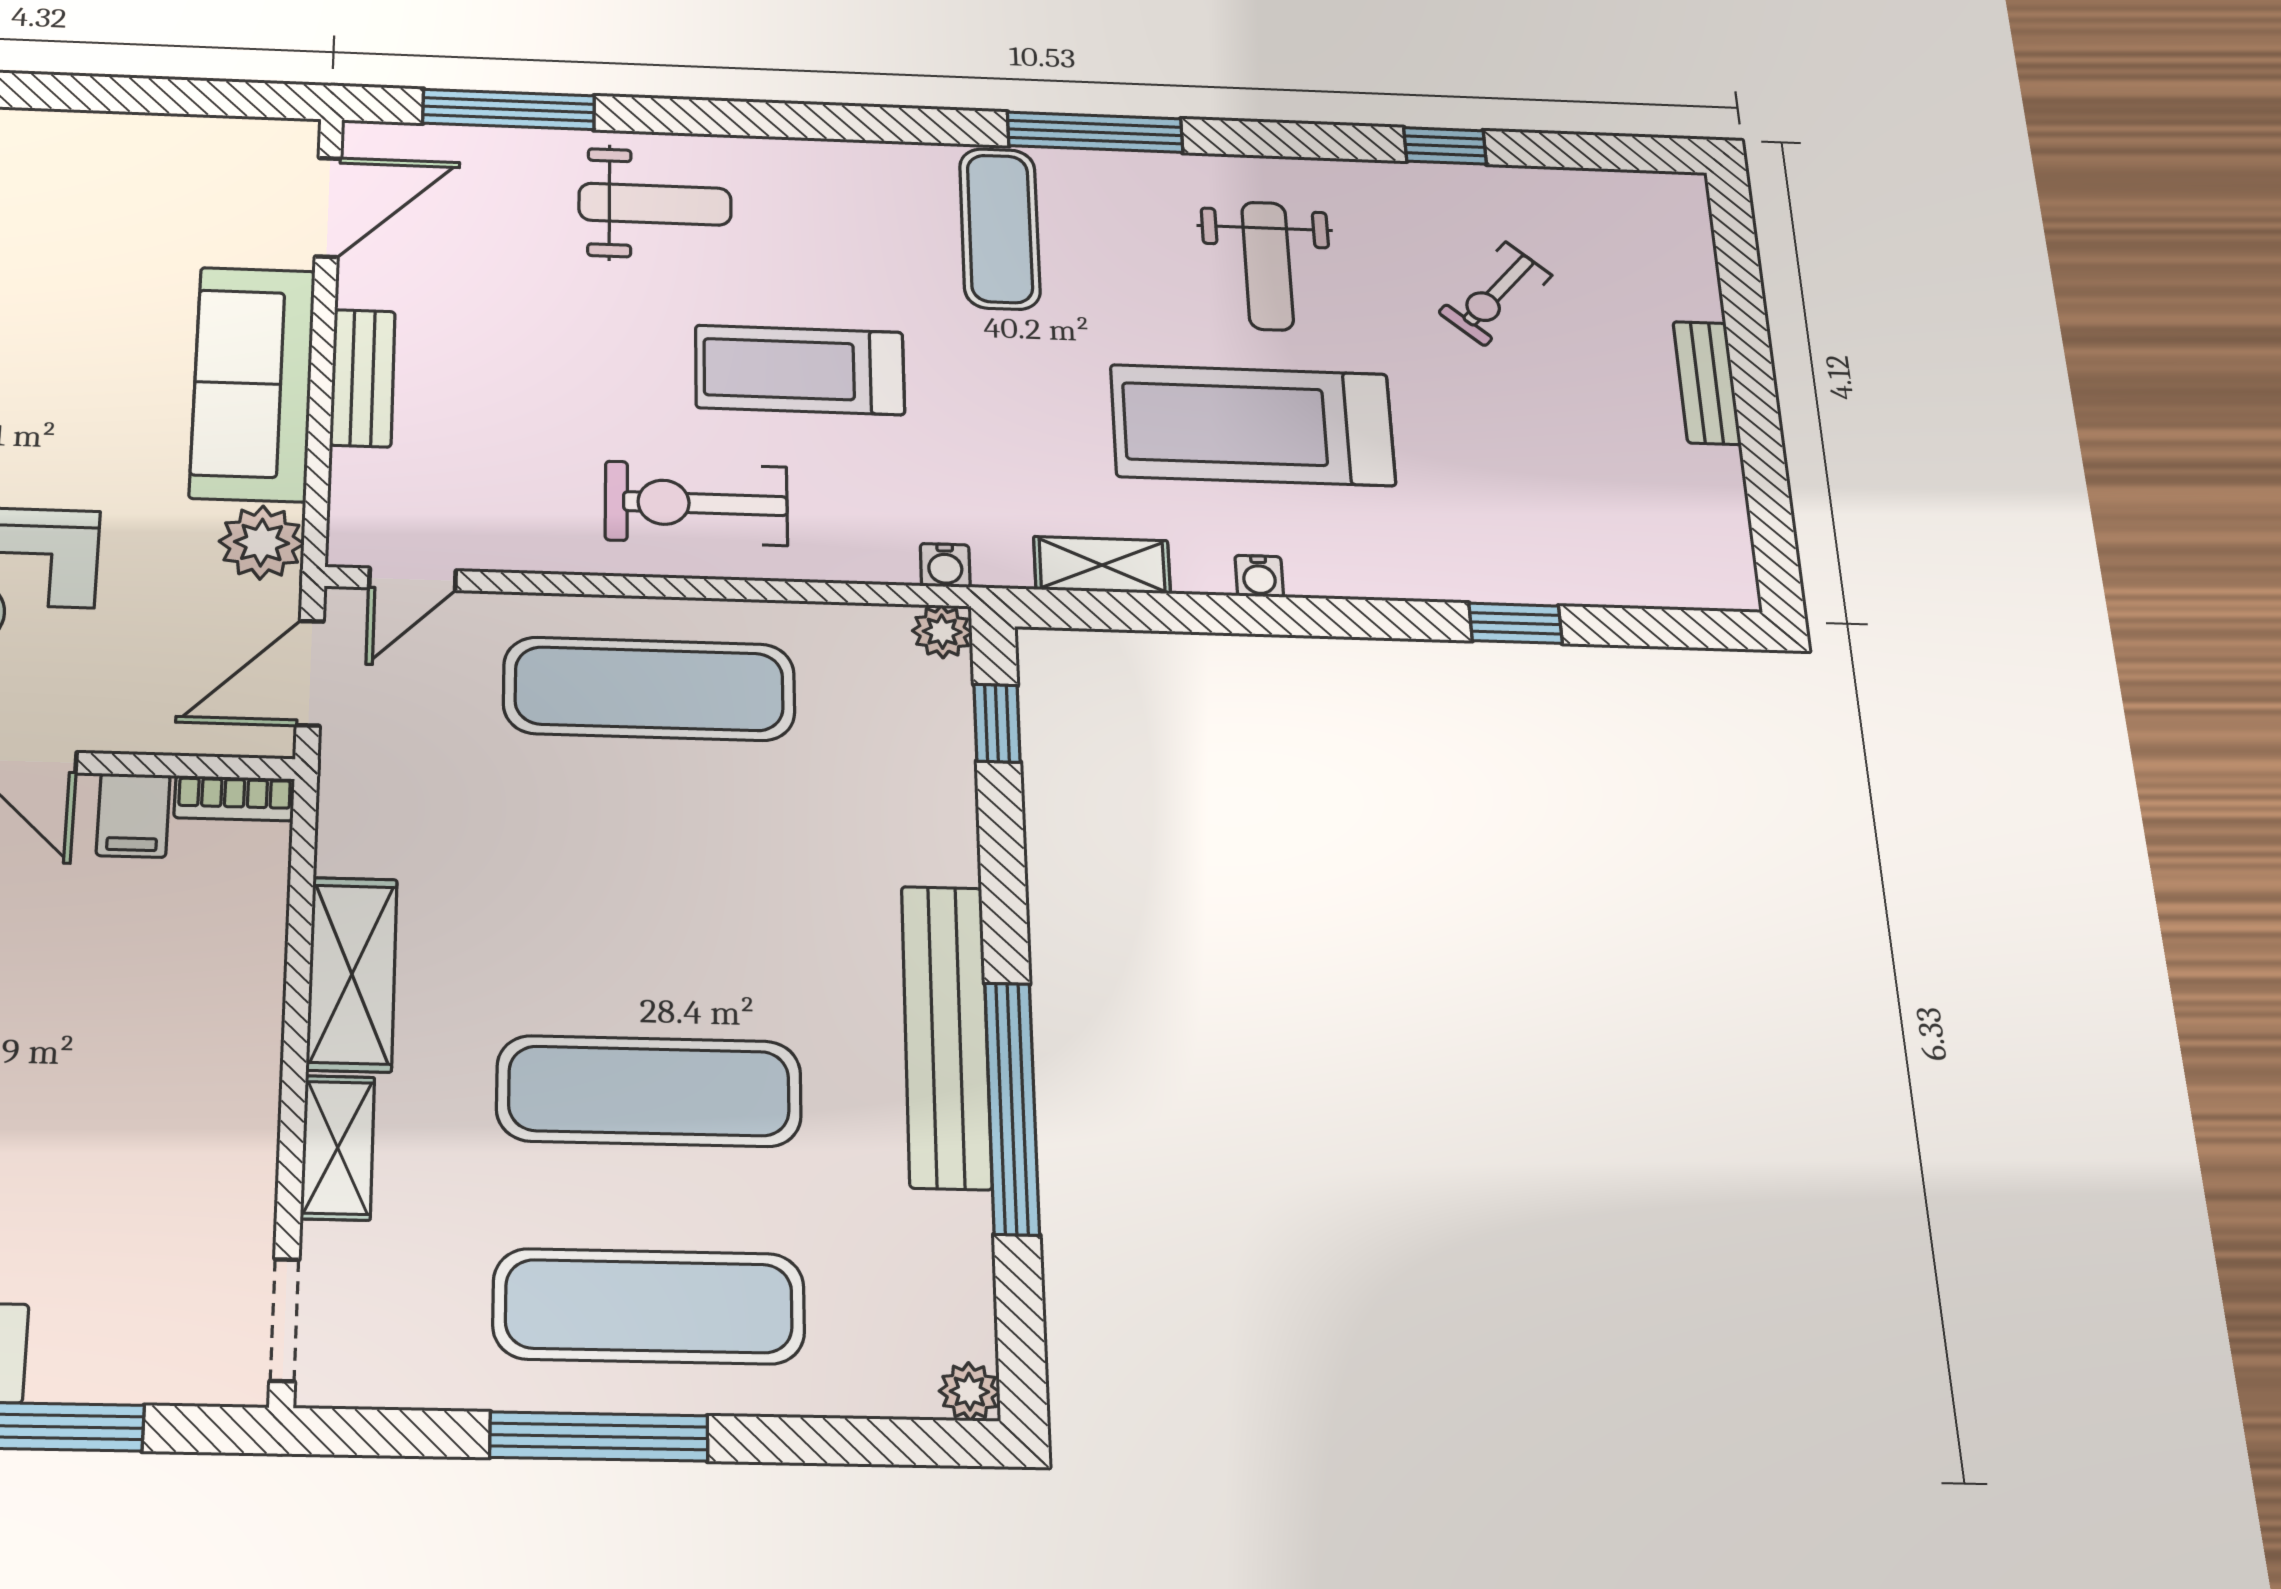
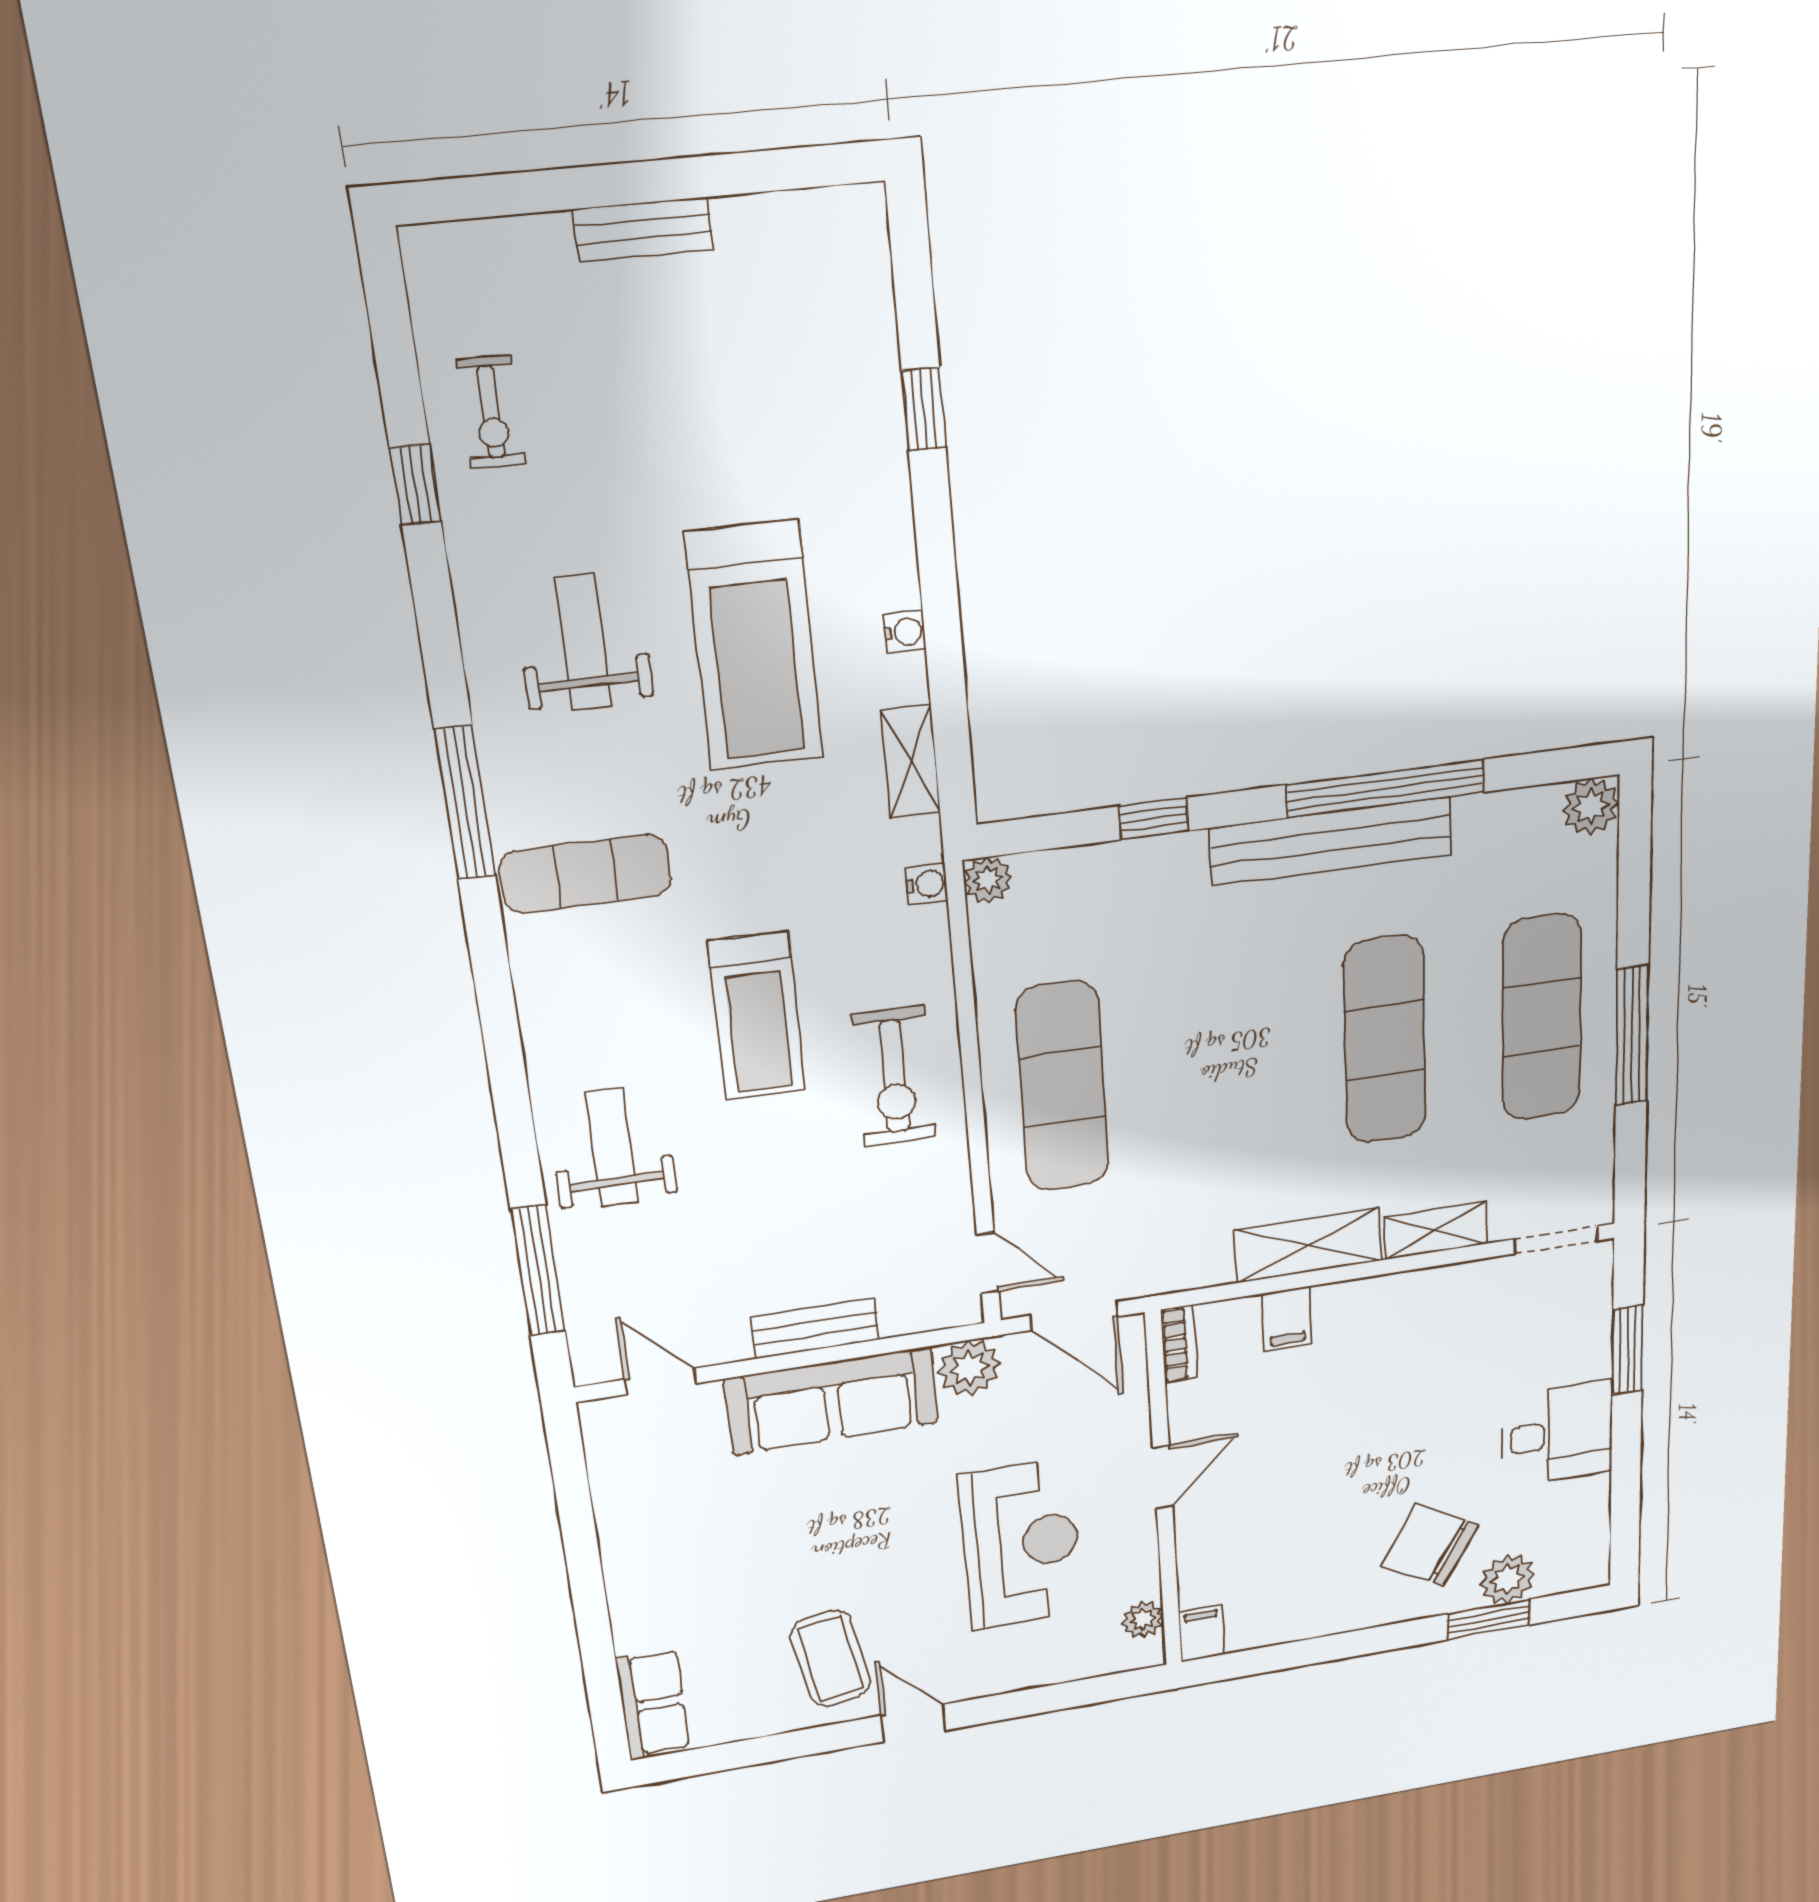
door: (328, 207) -> (660, 1381), width x0.73
weight bench: (1268, 266) -> (584, 642), turned -90
exercise bike: (1495, 294) -> (491, 412), moved, turned 49
window: (997, 723) -> (1154, 819), moved
filing cabinet: (133, 815) -> (1287, 1319), moved, turned 90
plant: (969, 1392) -> (1591, 807), width x1.38, depth x1.38

